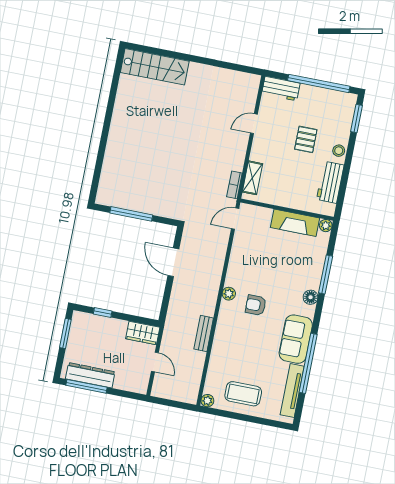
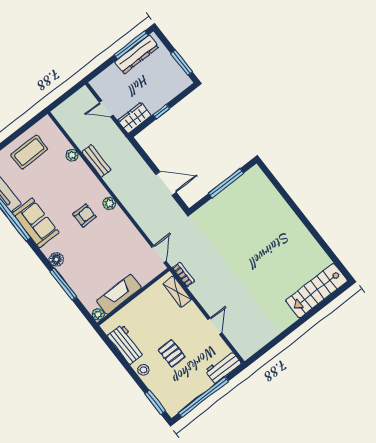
window: (103, 313) -> (161, 112), moved
plant: (207, 401) -> (72, 155), moved

